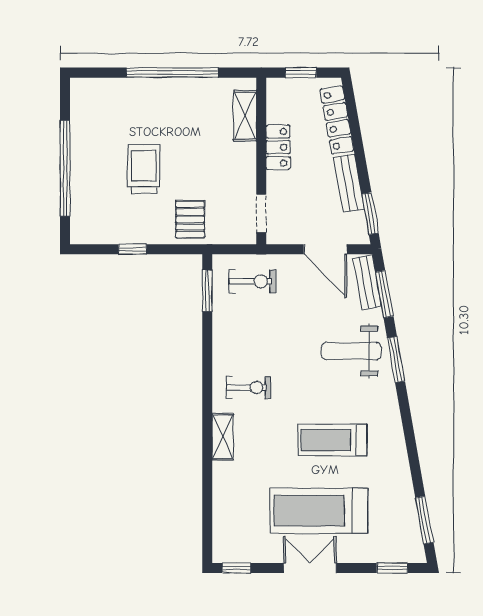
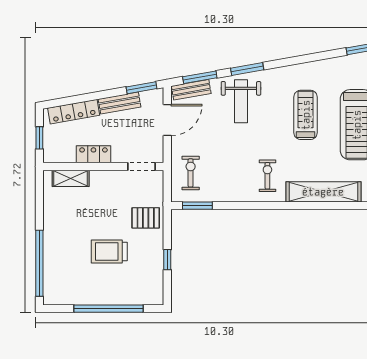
window: (172, 73) -> (39, 263), moved
shelving: (223, 437) -> (323, 192), width x2.20, depth x1.33
treadmill: (333, 440) -> (306, 115), turned 180

